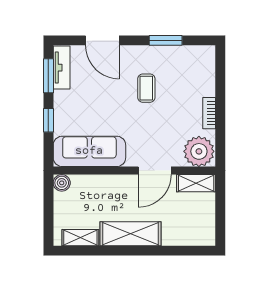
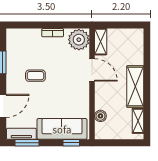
window: (48, 120) -> (71, 143), moved
sofa: (89, 151) -> (62, 129), moved, turned 90
boiler: (62, 183) -> (100, 116), moved

